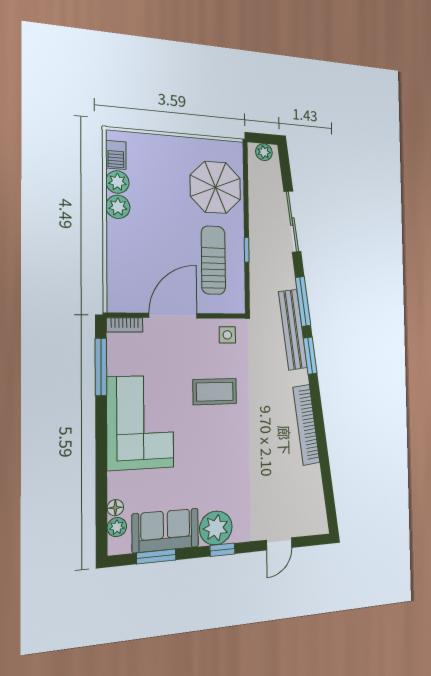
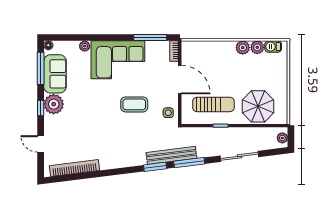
coffee table: (215, 392) -> (134, 104), turned 90
bookcase: (306, 425) -> (75, 168), moved
floor lamp: (115, 508) -> (48, 45), moved
plant: (117, 527) -> (85, 46), moved
window: (156, 557) -> (41, 68), width x1.44

